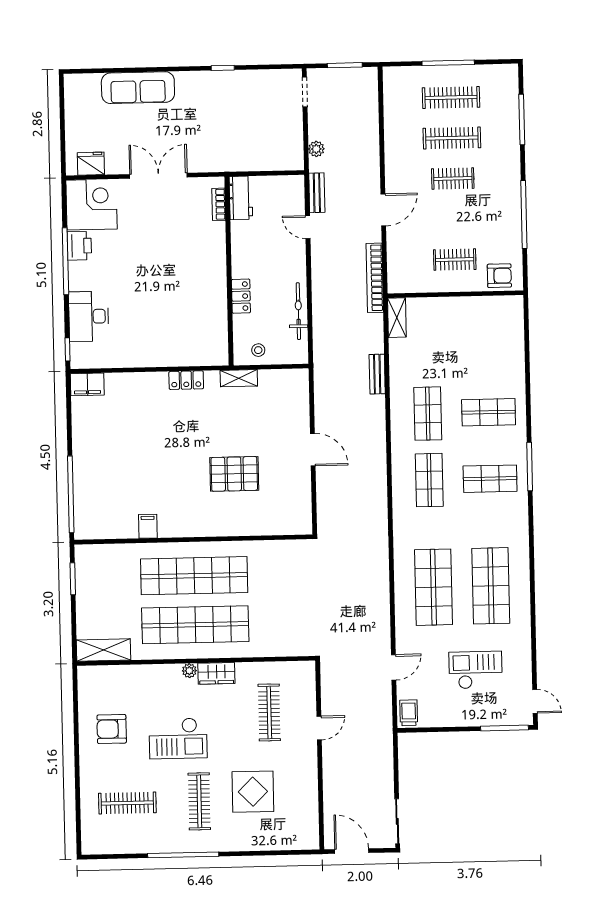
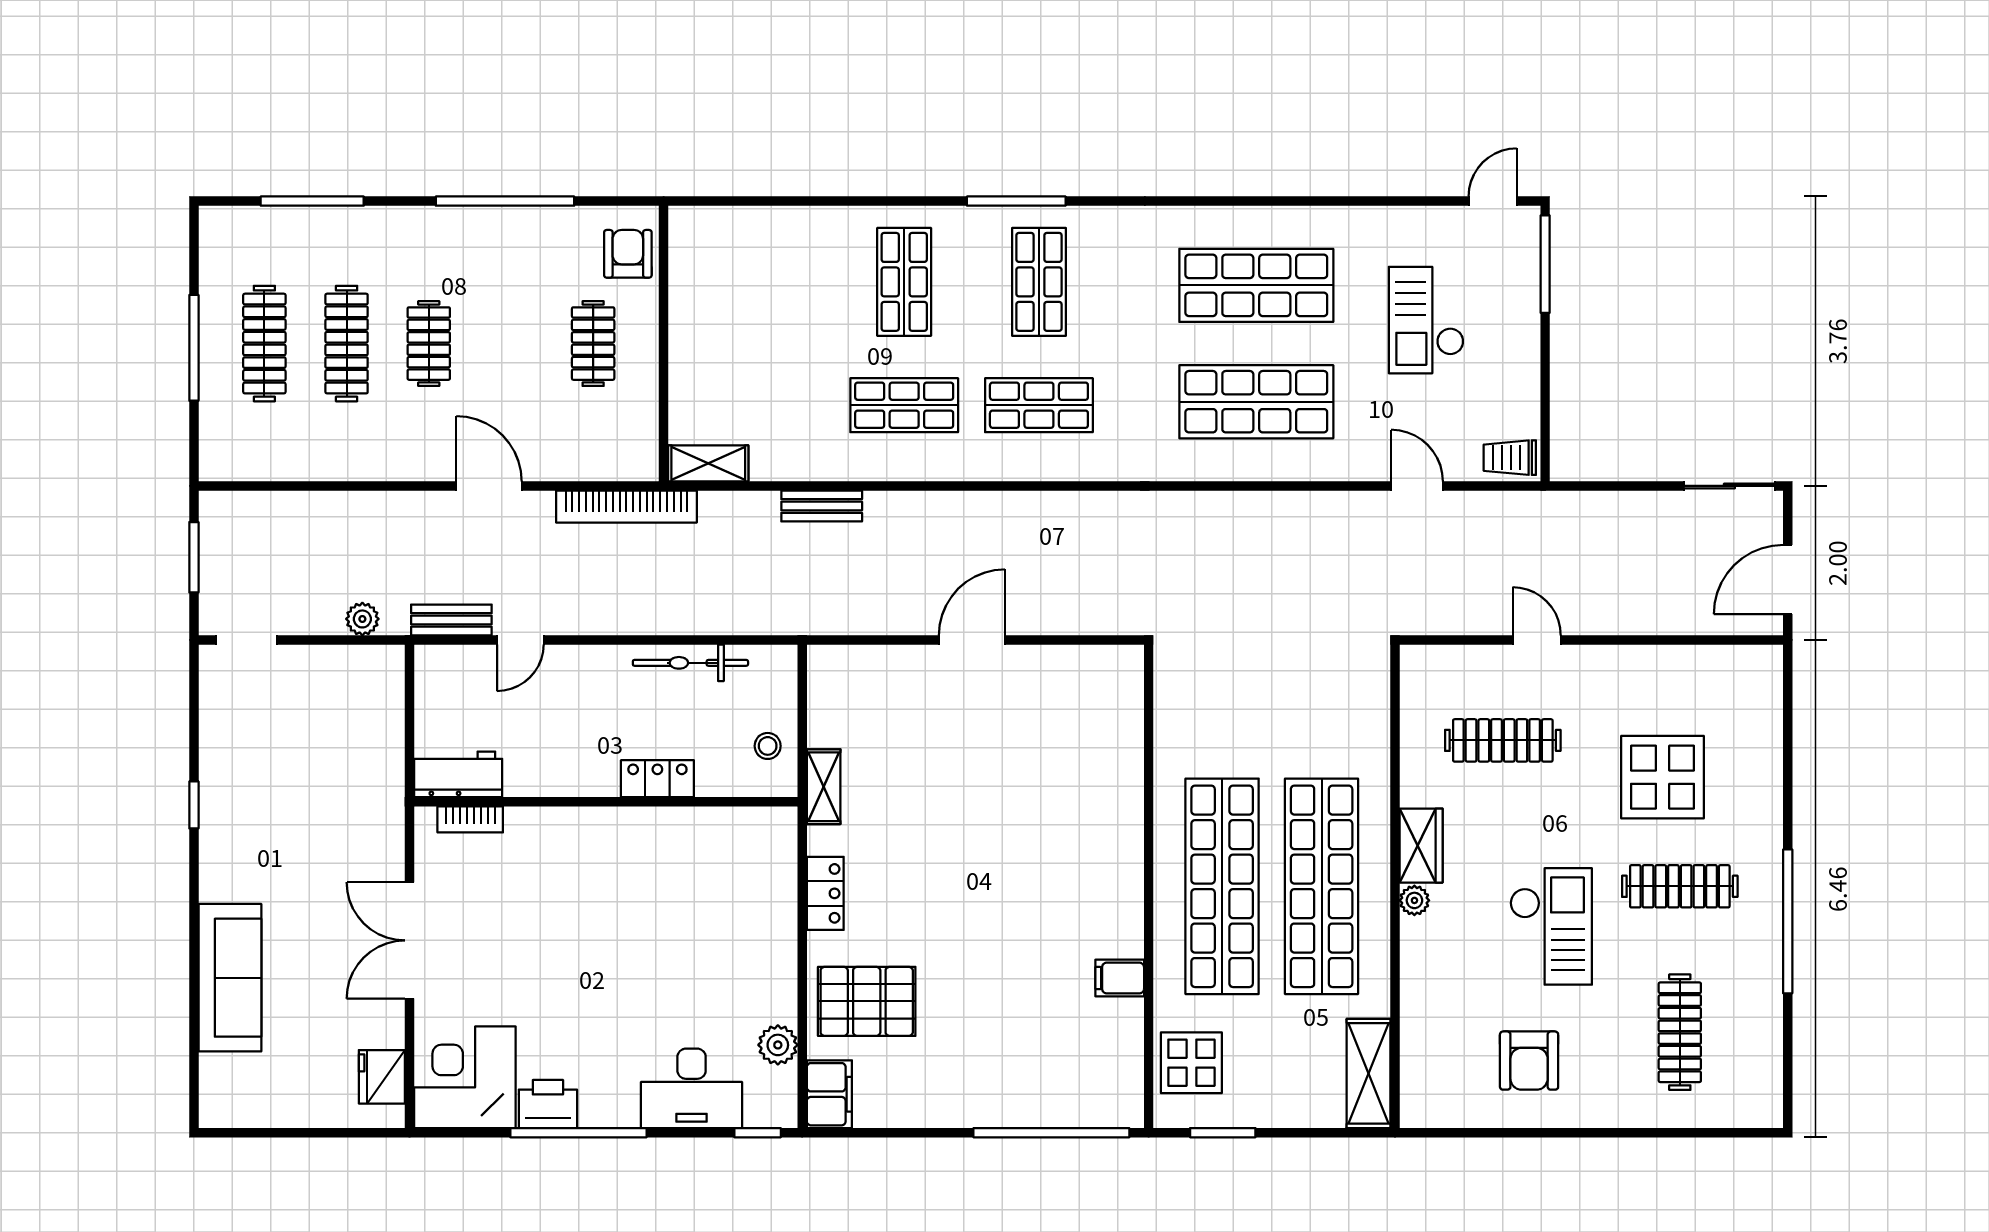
plant: (111, 358) -> (778, 1045), added
pallet: (234, 474) -> (867, 1001), moved, turned 90
display table: (107, 563) -> (1191, 1063), added

